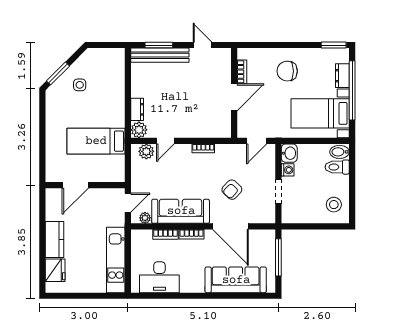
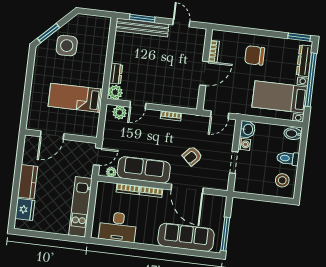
dresser: (342, 76) -> (304, 61), width x1.44
side table: (80, 85) -> (67, 46), width x1.87, depth x1.87
toilet: (337, 167) -> (288, 158), moved
window: (278, 257) -> (225, 234), moved

